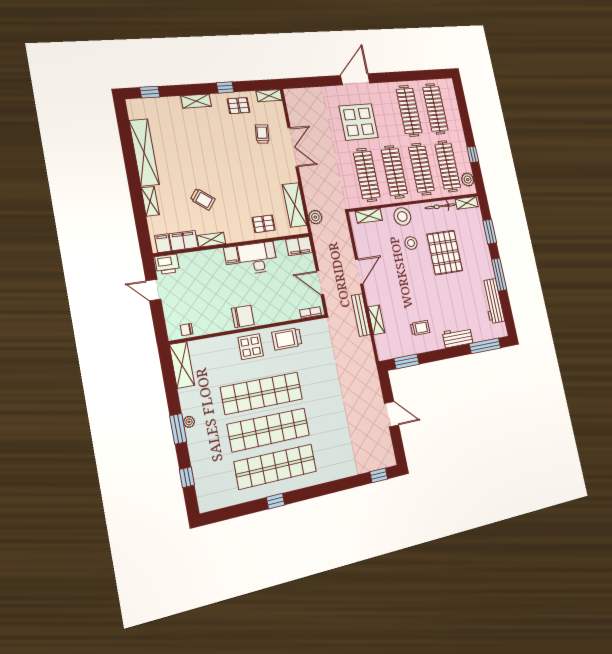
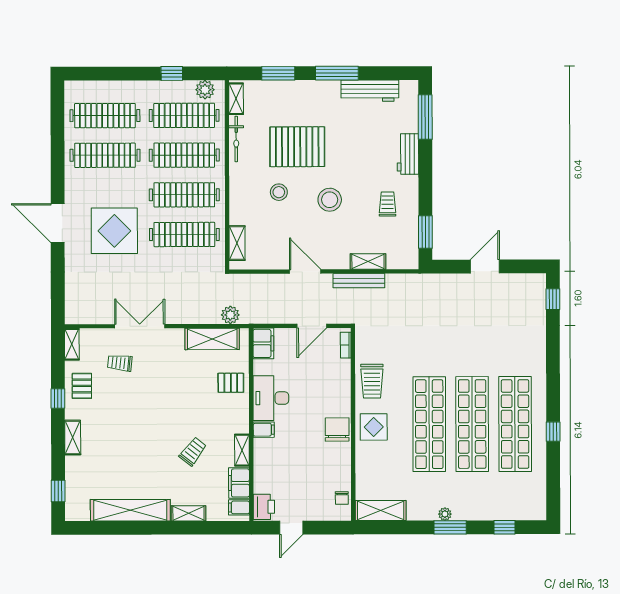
stool: (402, 216) -> (330, 200), moved
pallet: (264, 224) -> (231, 383), turned 90

